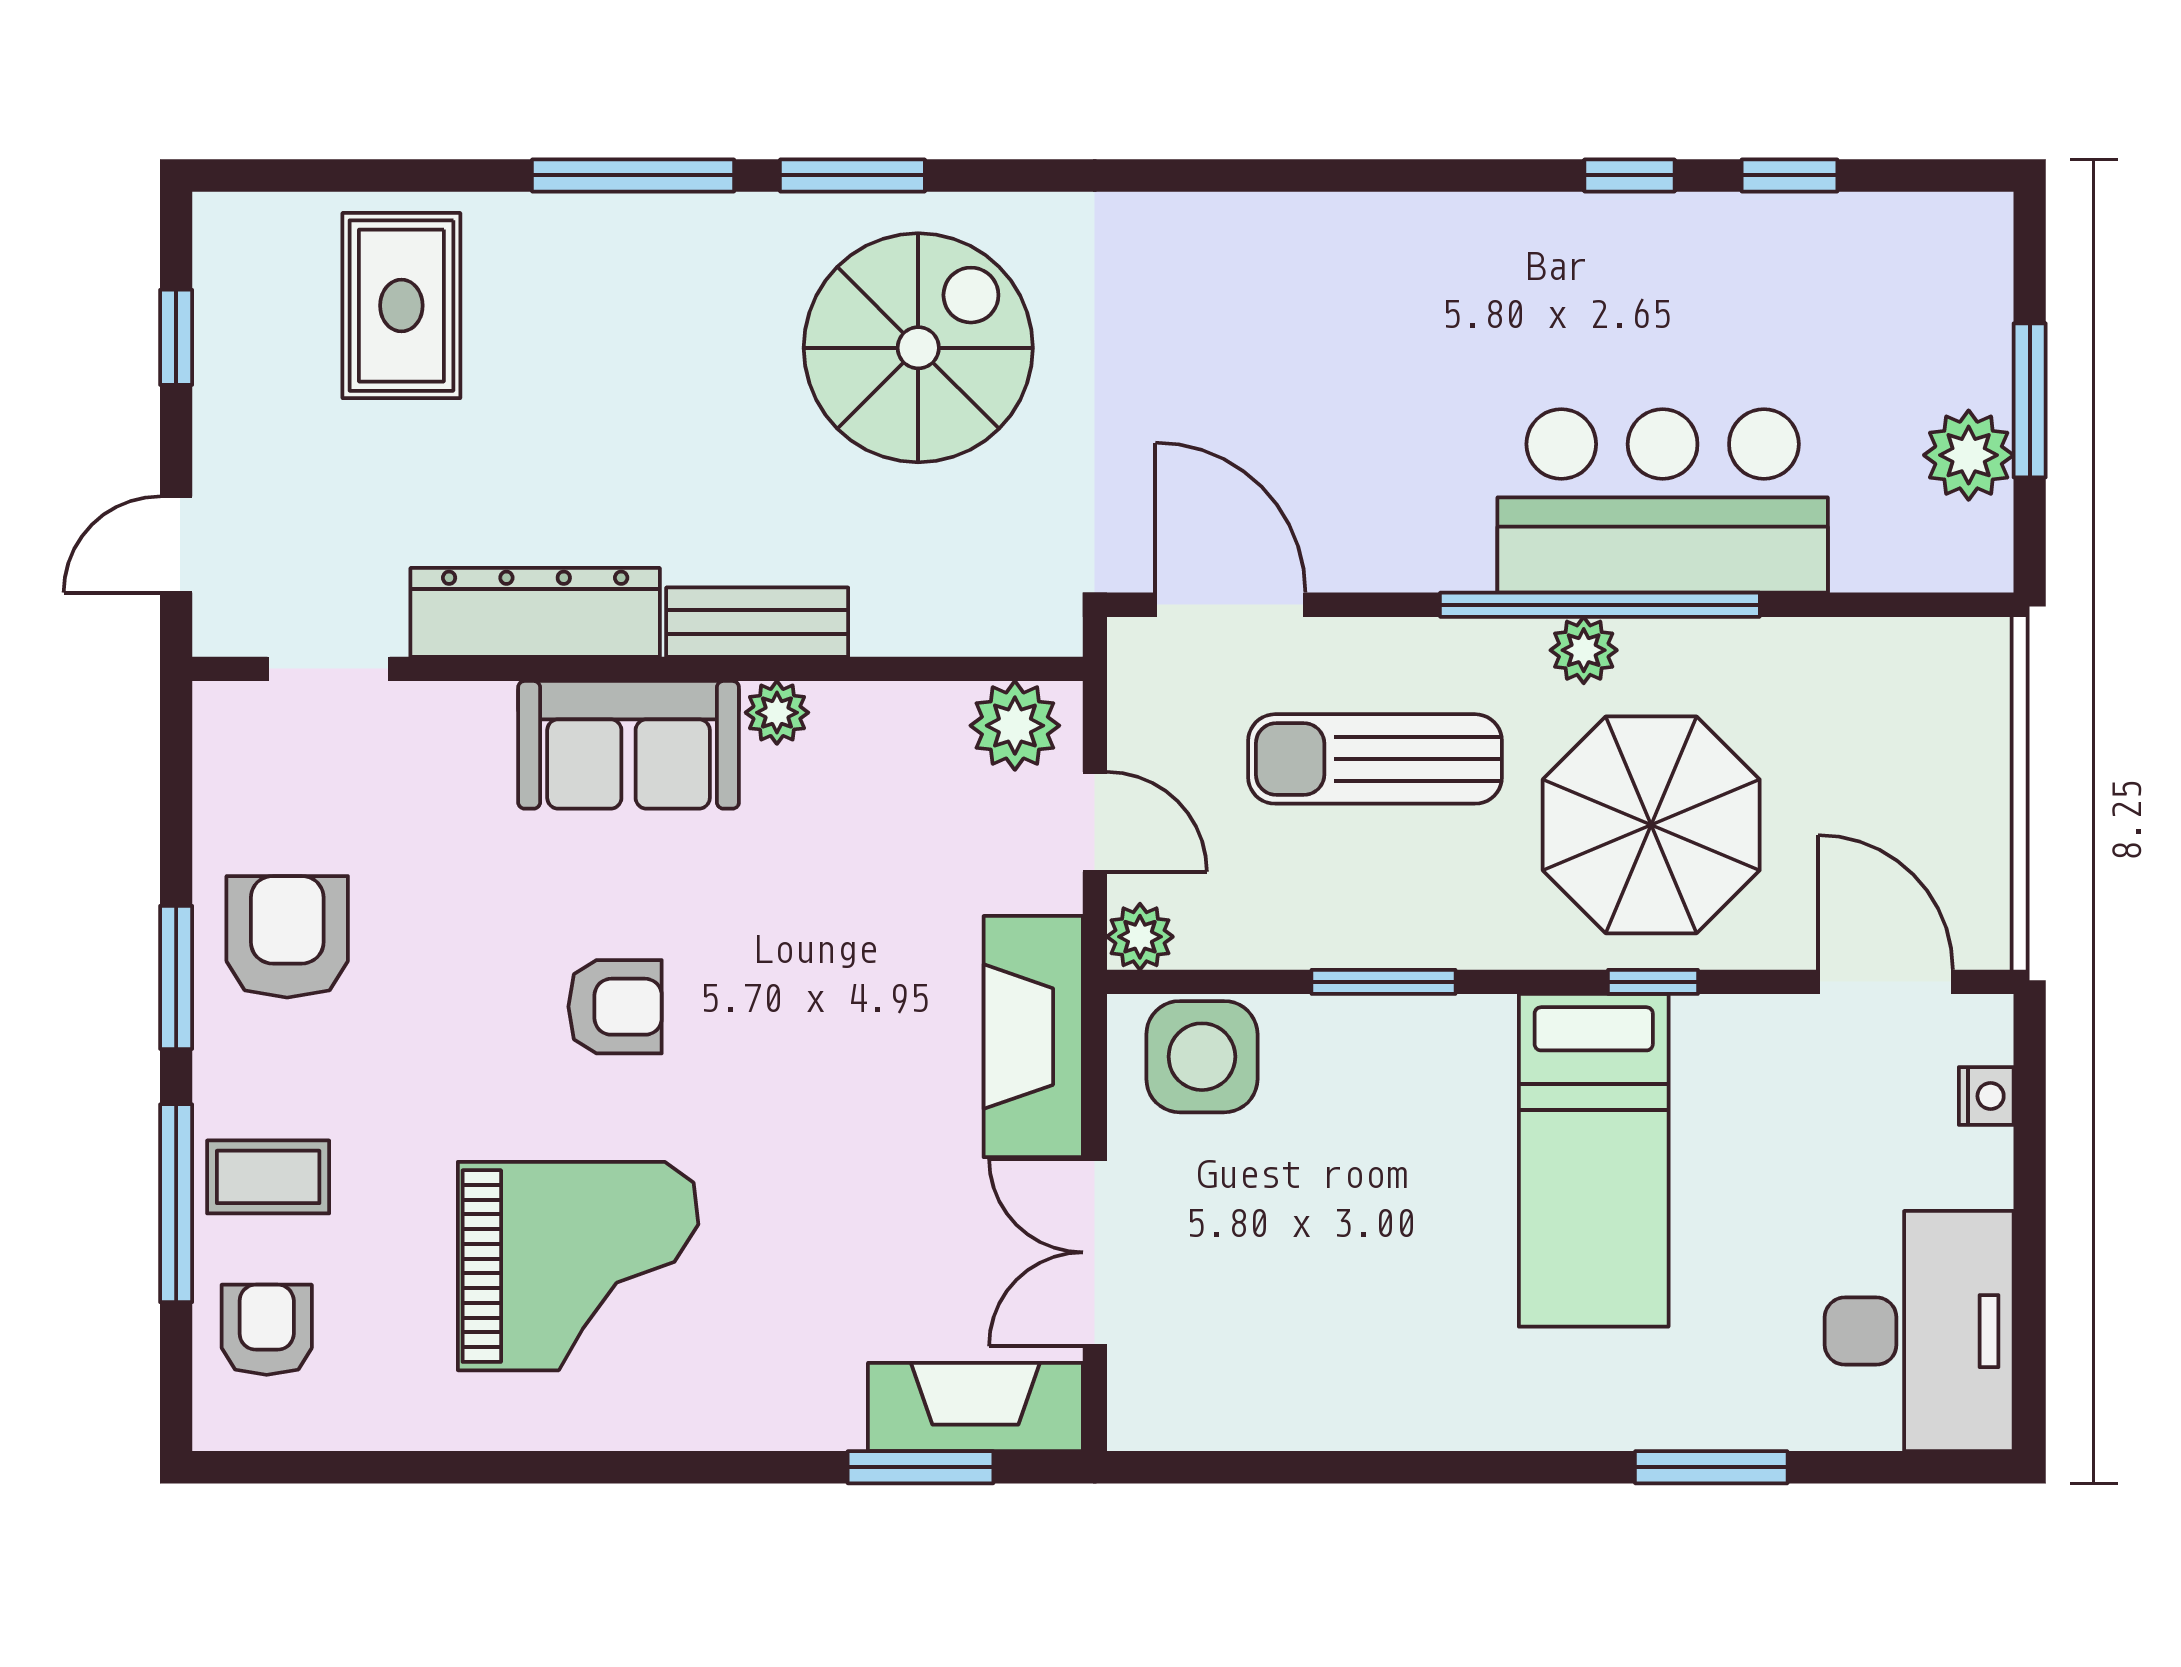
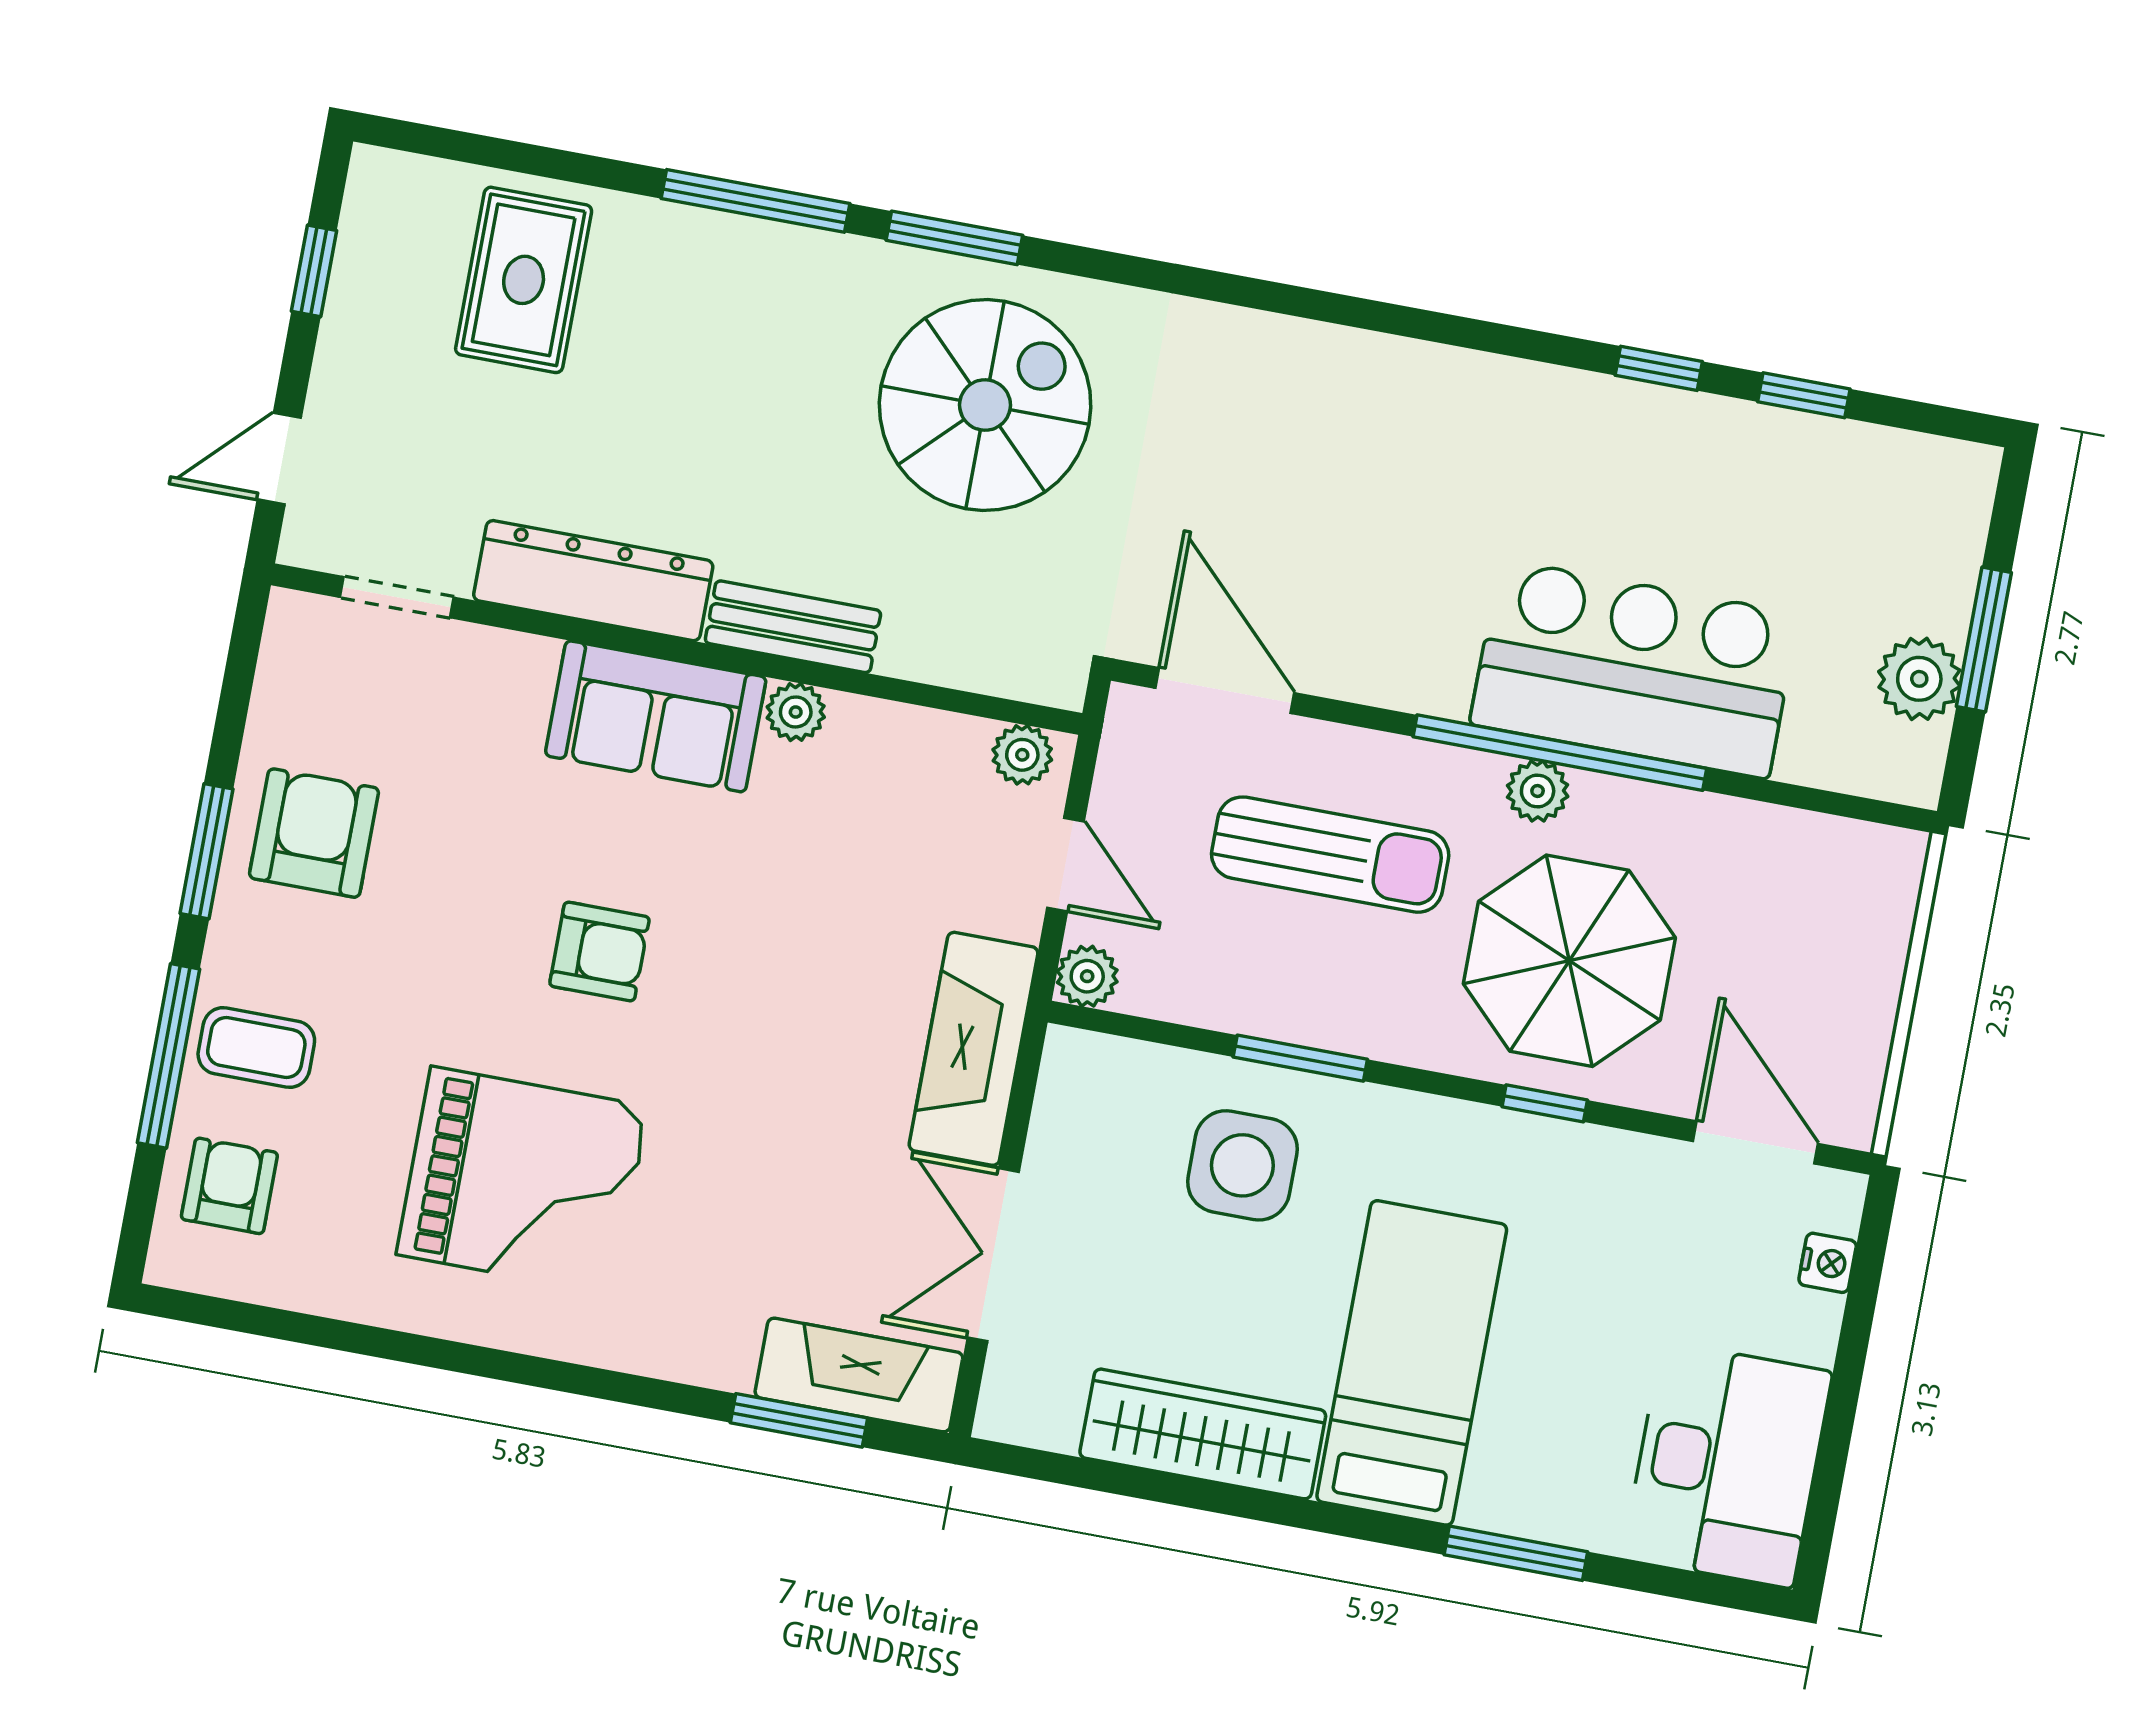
plant: (1015, 726) -> (1022, 755), width x0.73, depth x0.73
sun lounger: (1375, 759) -> (1330, 855), turned 180
side table: (1202, 1057) -> (1242, 1165), moved
bed: (1594, 1160) -> (1412, 1363), moved, turned 180
wardrobe: (1354, 1402) -> (1203, 1434), added

